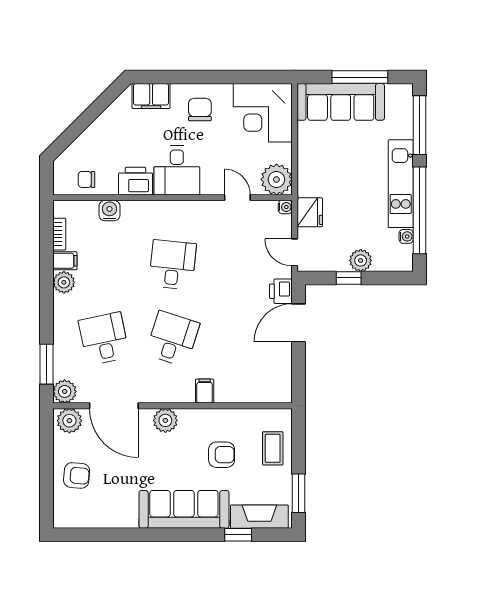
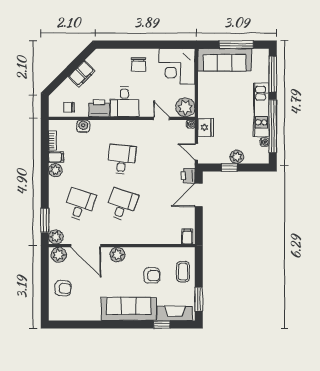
filing cabinet: (151, 96) -> (82, 74), moved, turned -45
chair: (200, 110) -> (138, 65), turned 180
desk: (104, 339) -> (80, 205), turned 30
filing cabinet: (205, 391) -> (187, 237), moved

